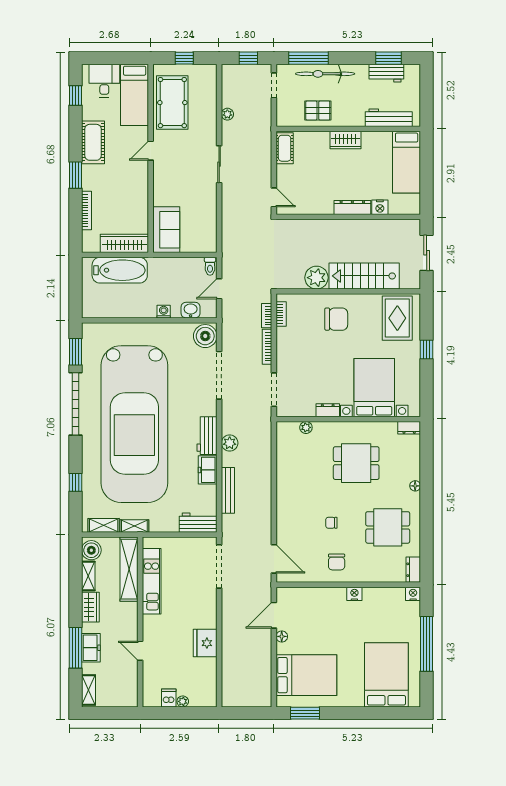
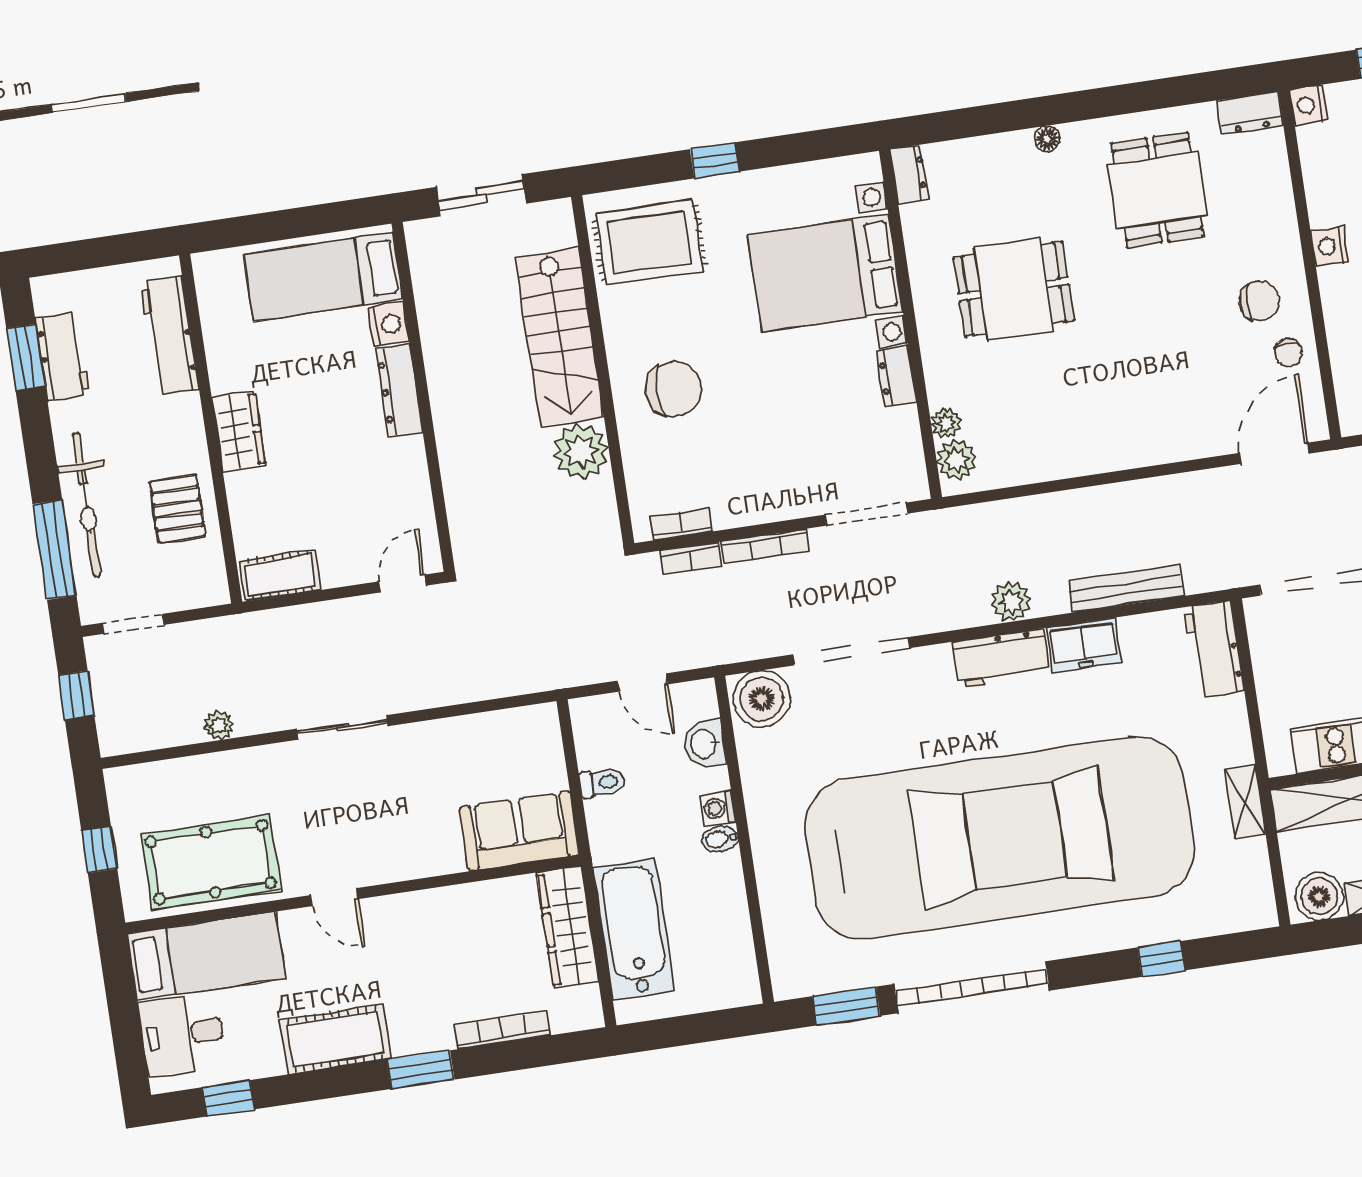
bed: (407, 162) -> (323, 277), moved, turned 180
toilet: (210, 266) -> (602, 783), moved
bidet: (151, 311) -> (720, 839), added
chair: (336, 319) -> (674, 389), turned 90
plant: (290, 430) -> (957, 460), added
dining table: (356, 463) -> (1014, 289), turned 90
chair: (331, 523) -> (1288, 353), moved
shelving: (104, 525) -> (1255, 876), removed

